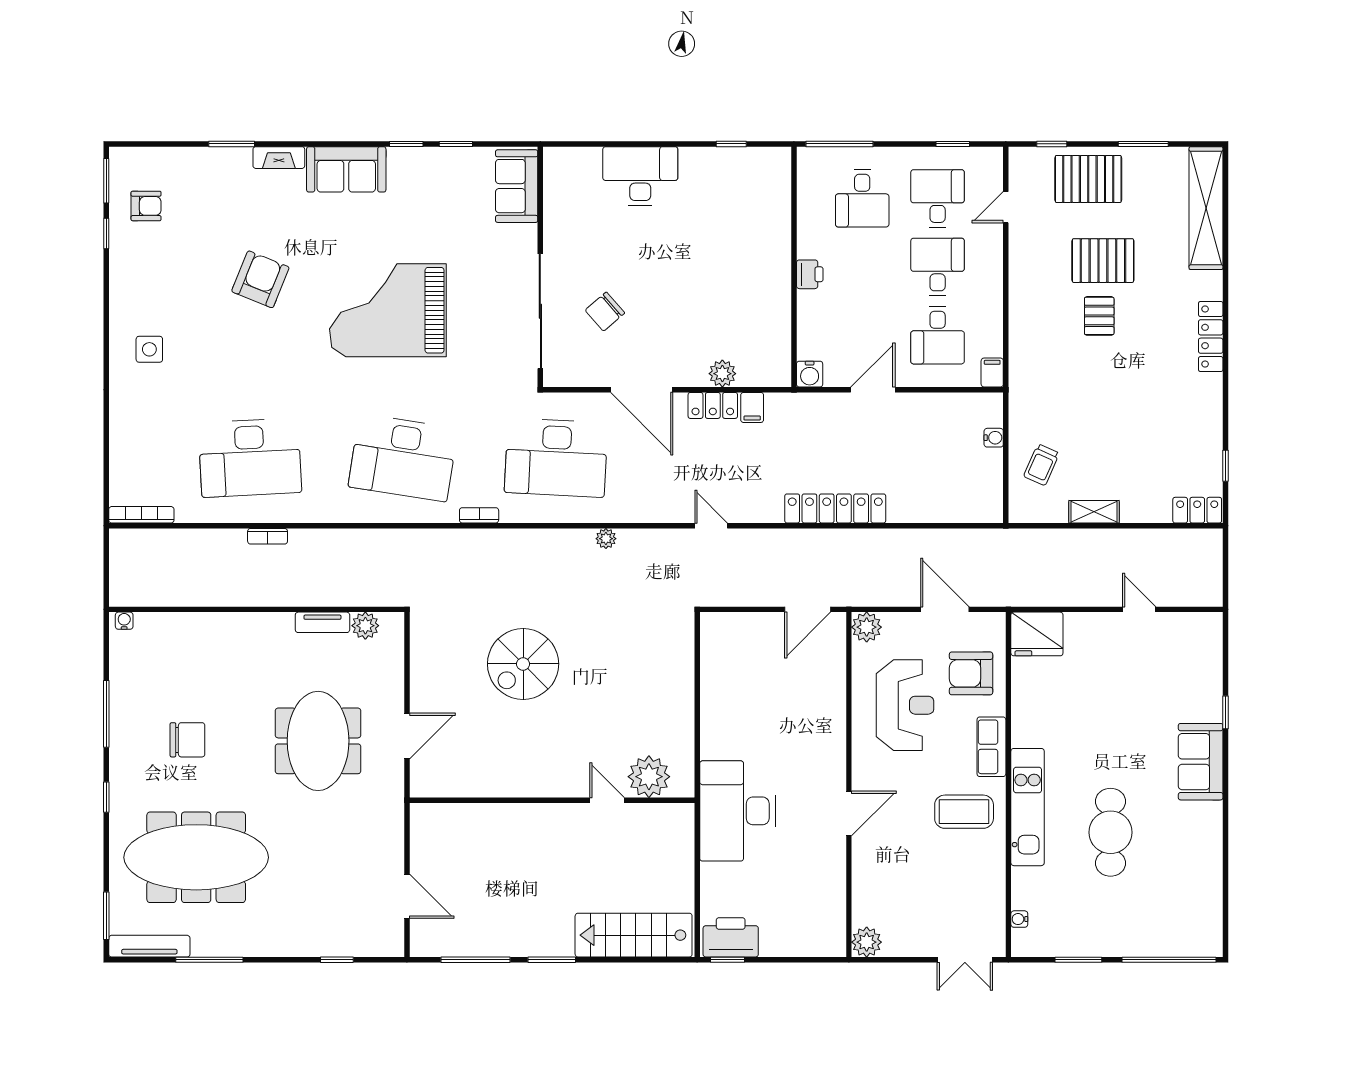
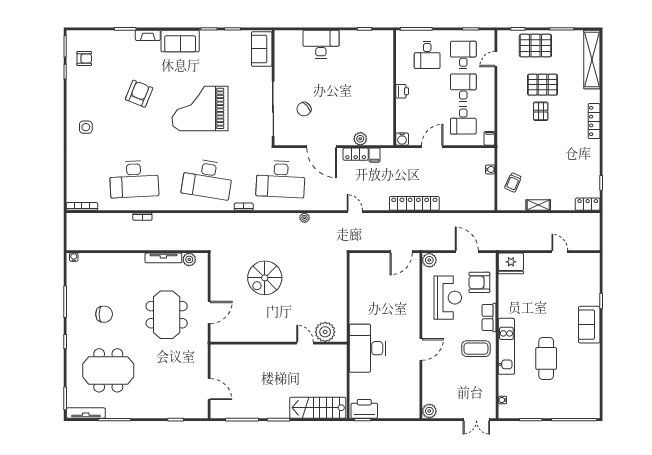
tv unit: (322, 622) -> (163, 258), width x1.41
meeting table: (196, 857) -> (108, 370), width x0.73

